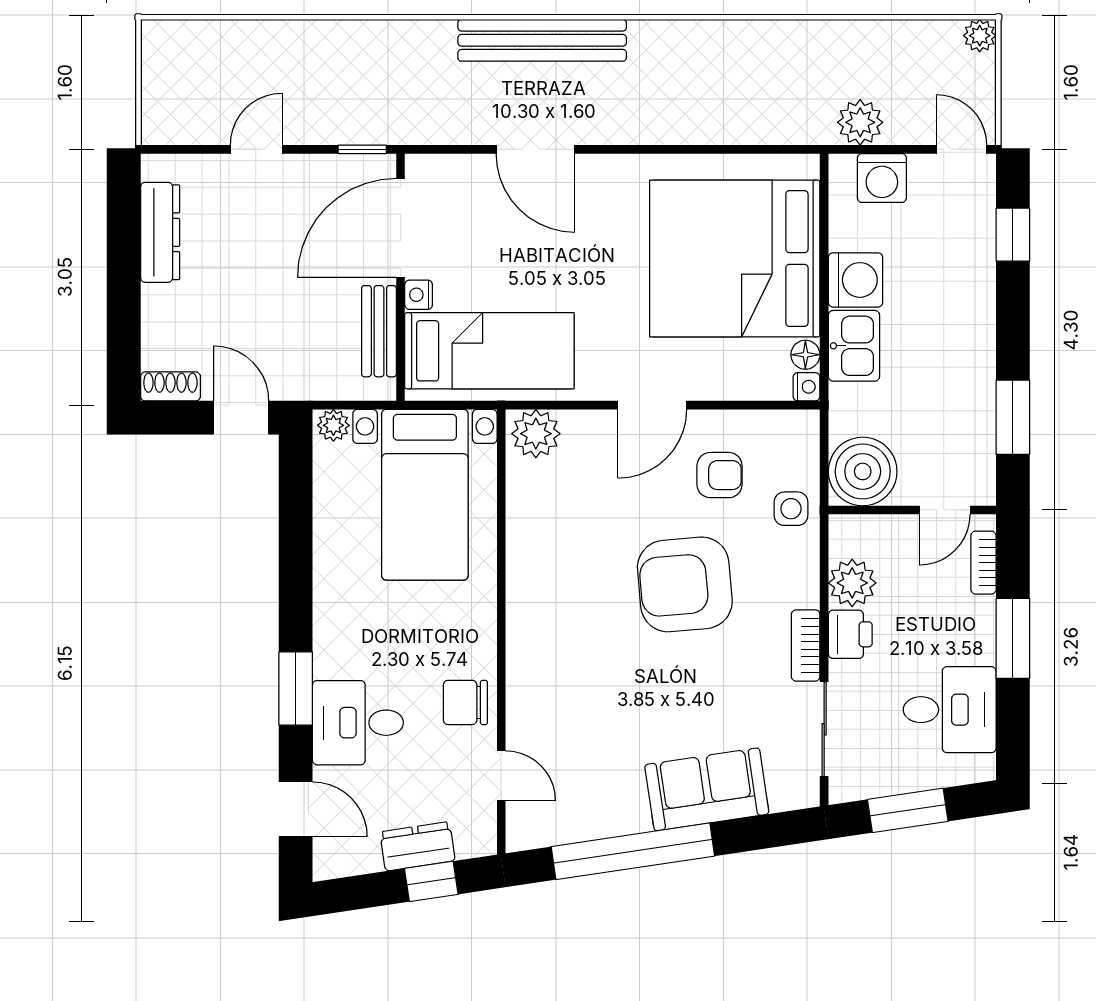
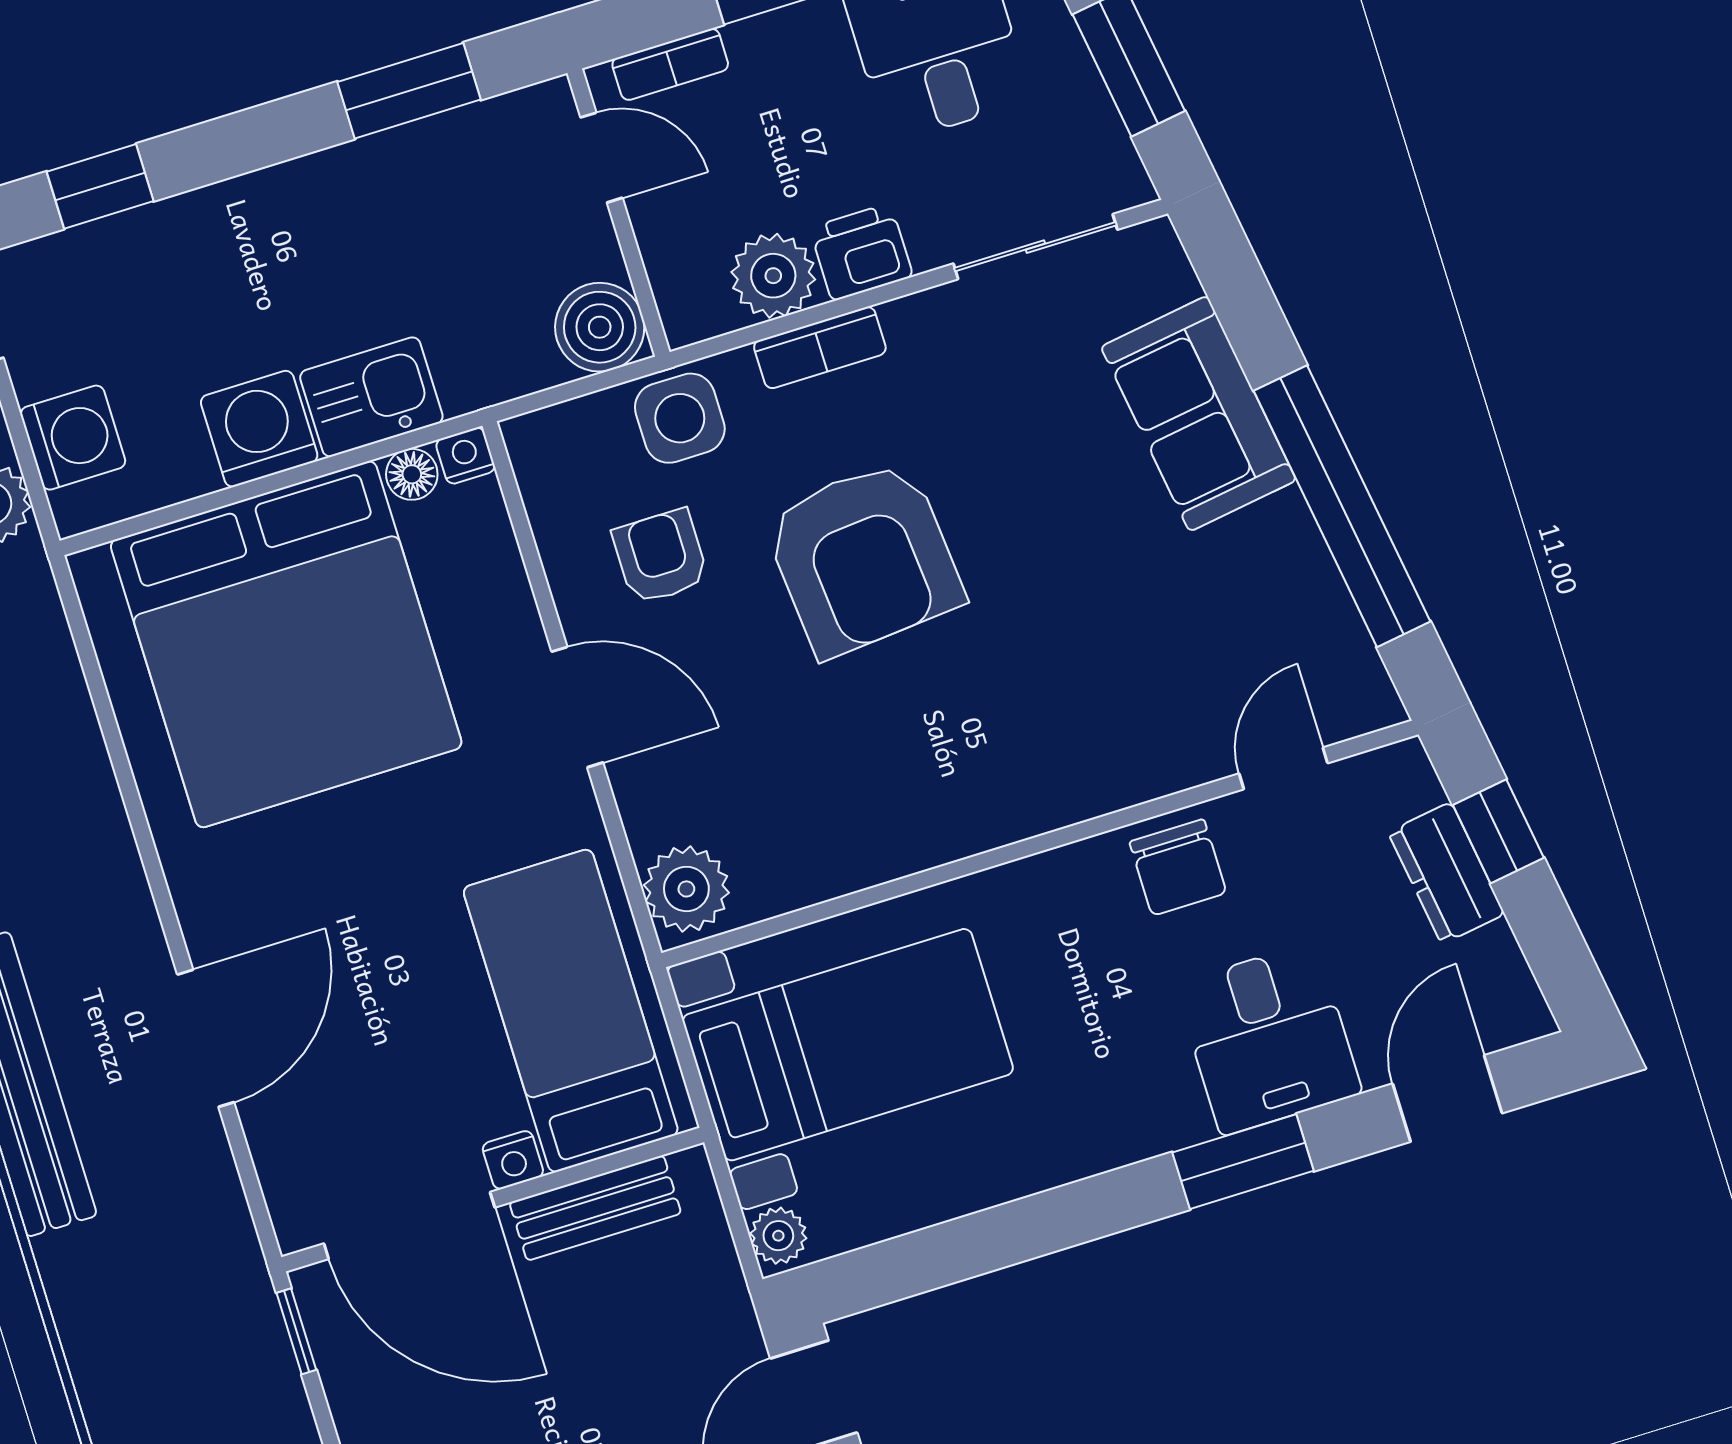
boiler: (863, 471) -> (600, 327), width x0.73, depth x0.73
side table: (791, 509) -> (680, 418), width x1.37, depth x1.37
bookcase: (806, 645) -> (820, 348), moved

